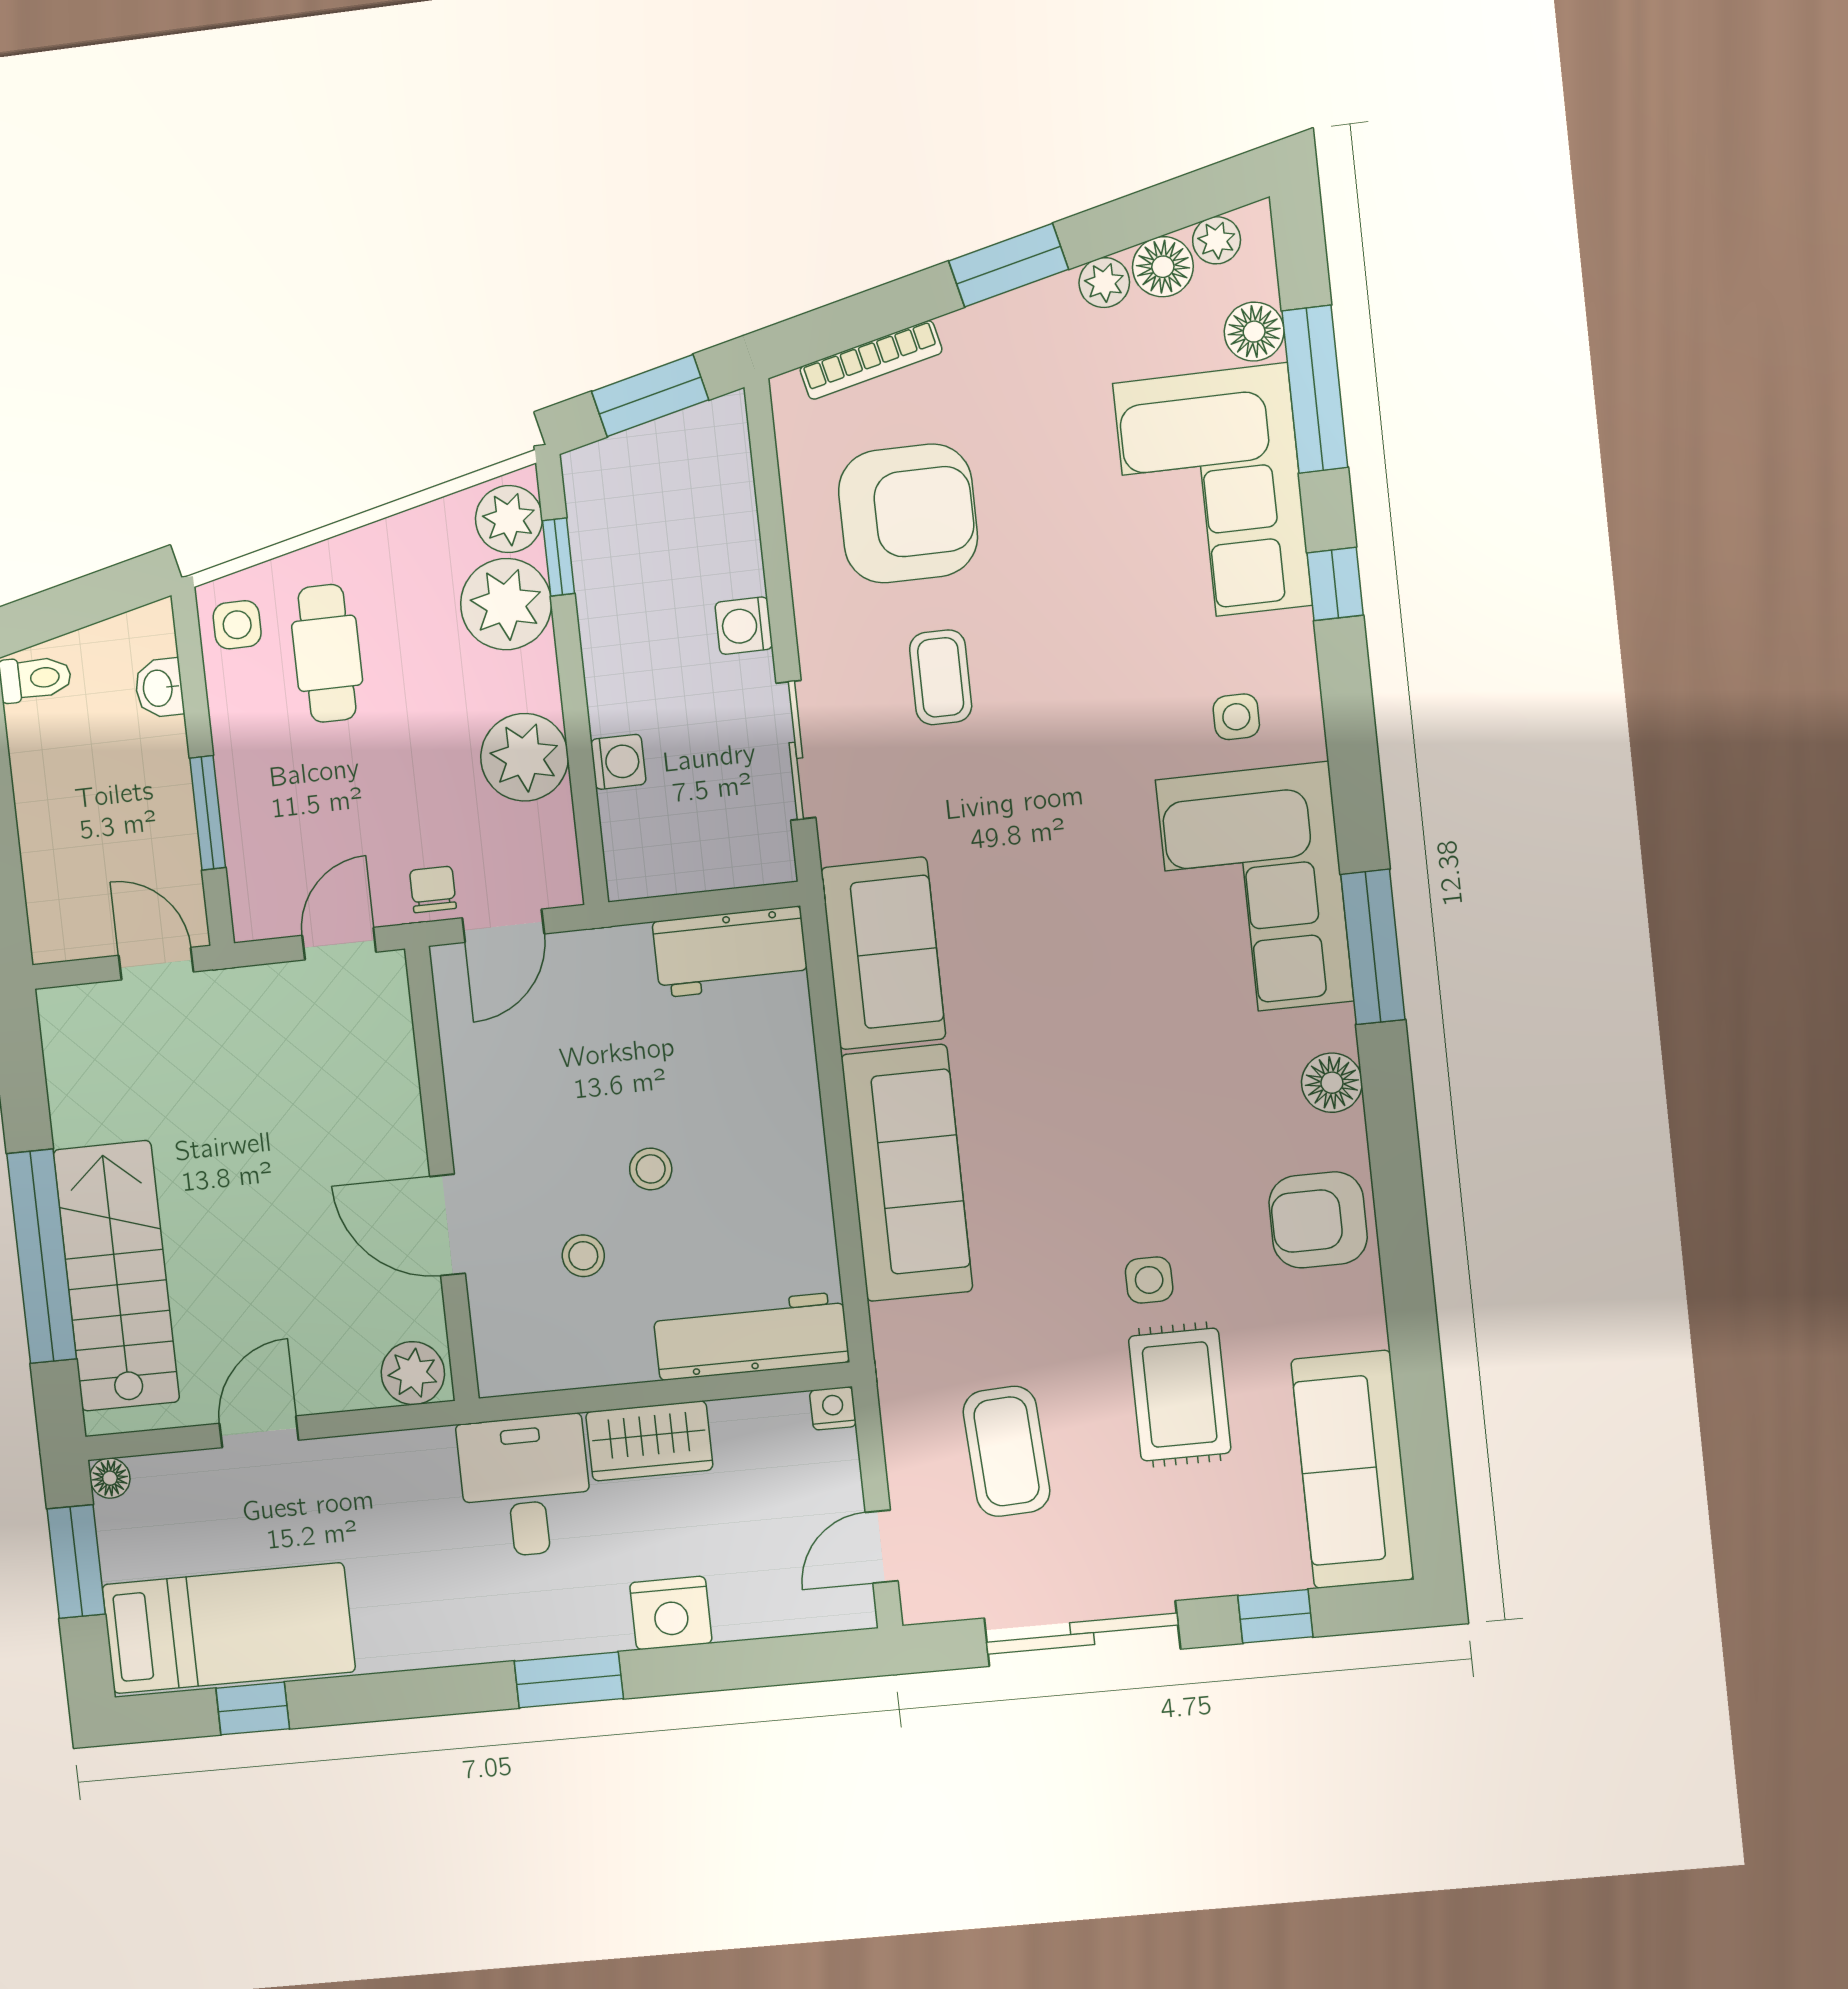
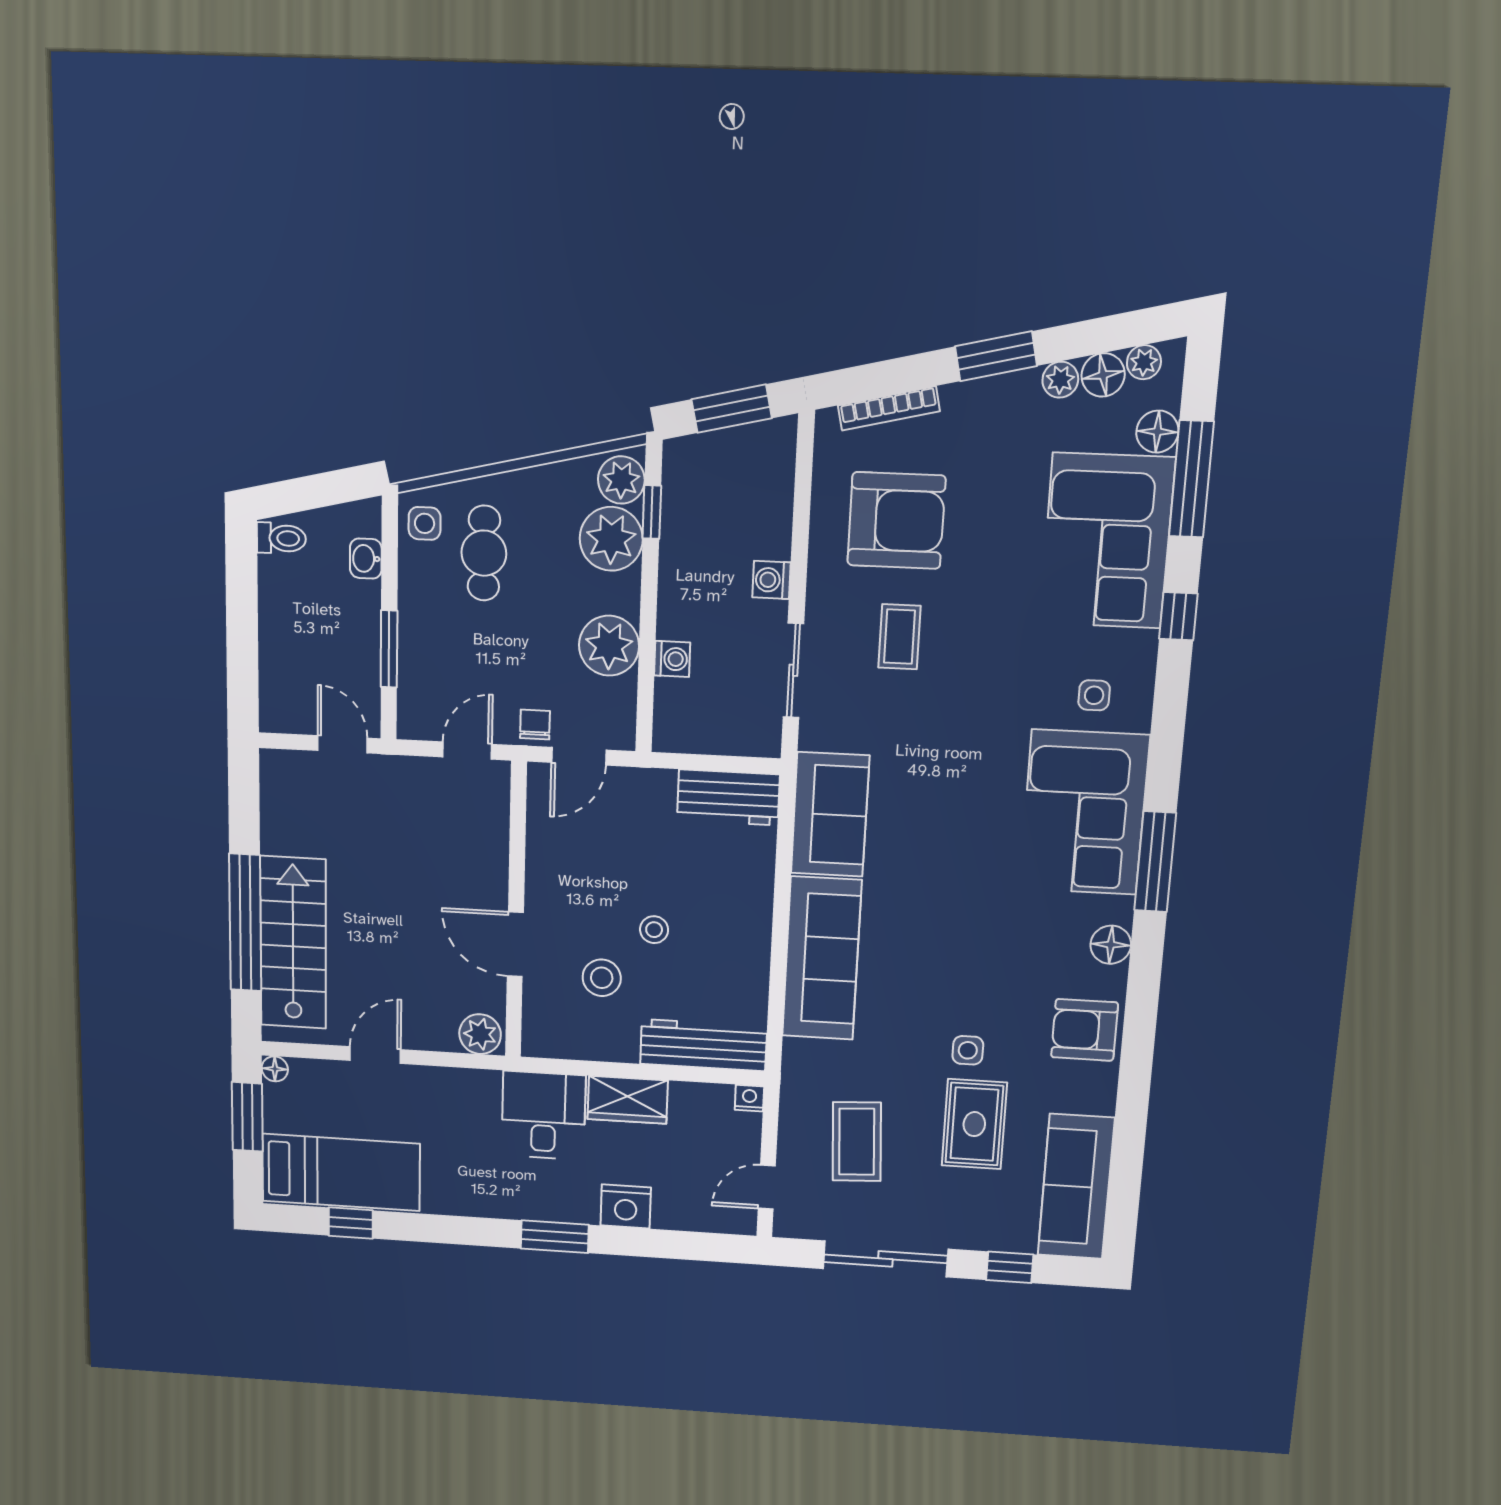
stool: (583, 1256) -> (602, 978), width x1.37, depth x1.37

